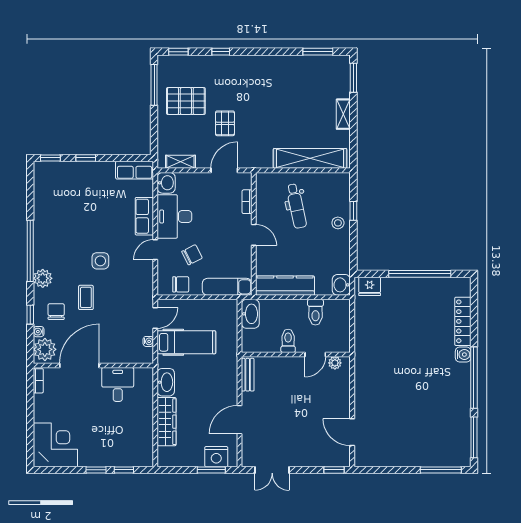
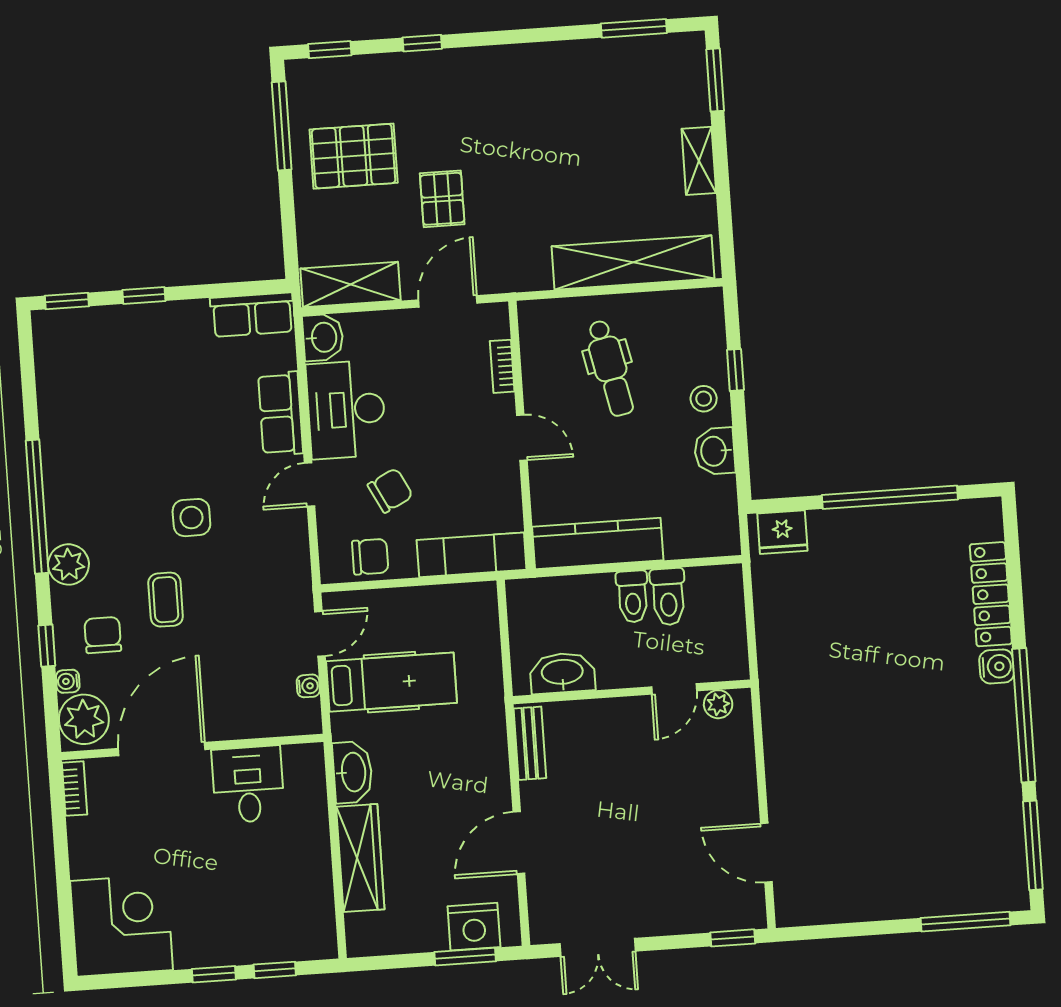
shelving: (180, 162) -> (351, 284), width x1.50, depth x1.33
washbasin: (341, 285) -> (715, 451), moved
washbasin: (250, 314) -> (562, 673), moved, turned -90
toilet: (288, 341) -> (633, 597), moved, turned 180

